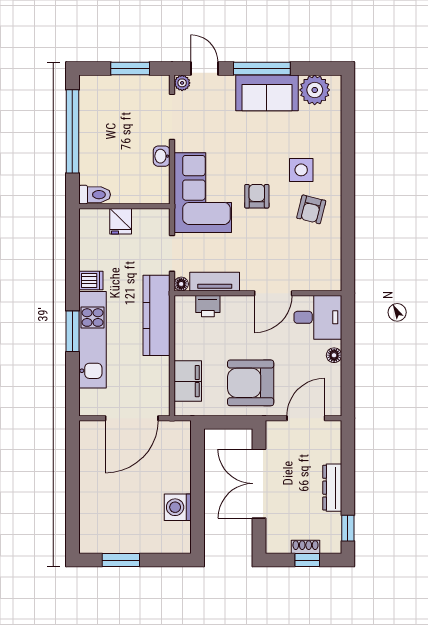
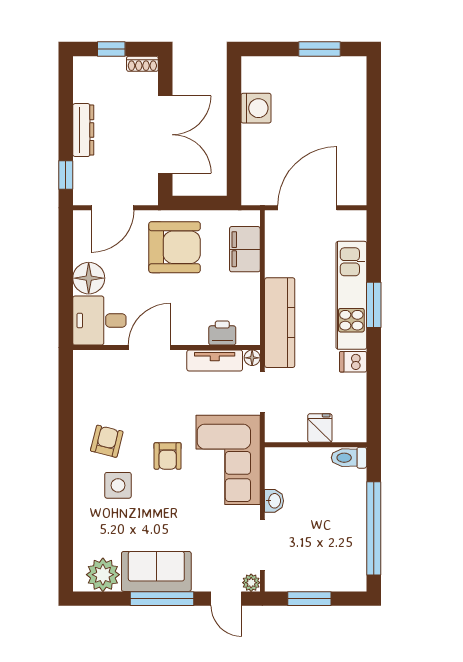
floor lamp: (334, 355) -> (89, 278), width x1.89, depth x1.89
window: (348, 528) -> (66, 175), moved
shoe rack: (305, 547) -> (142, 64), moved

